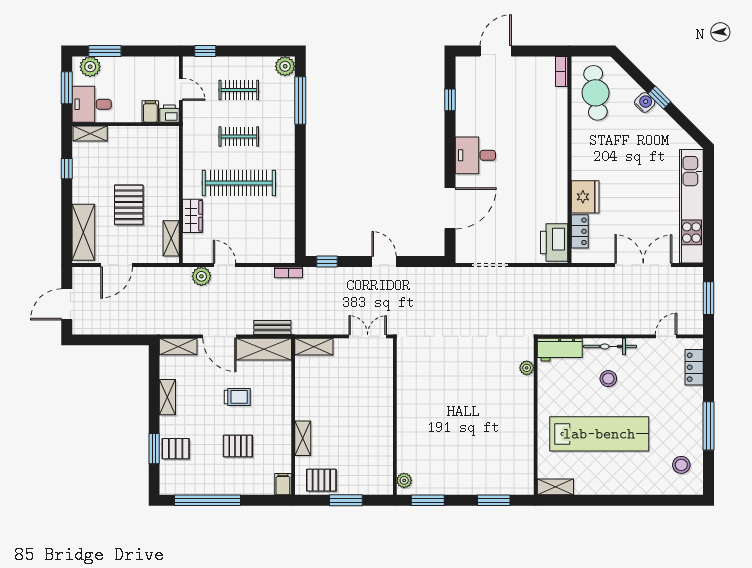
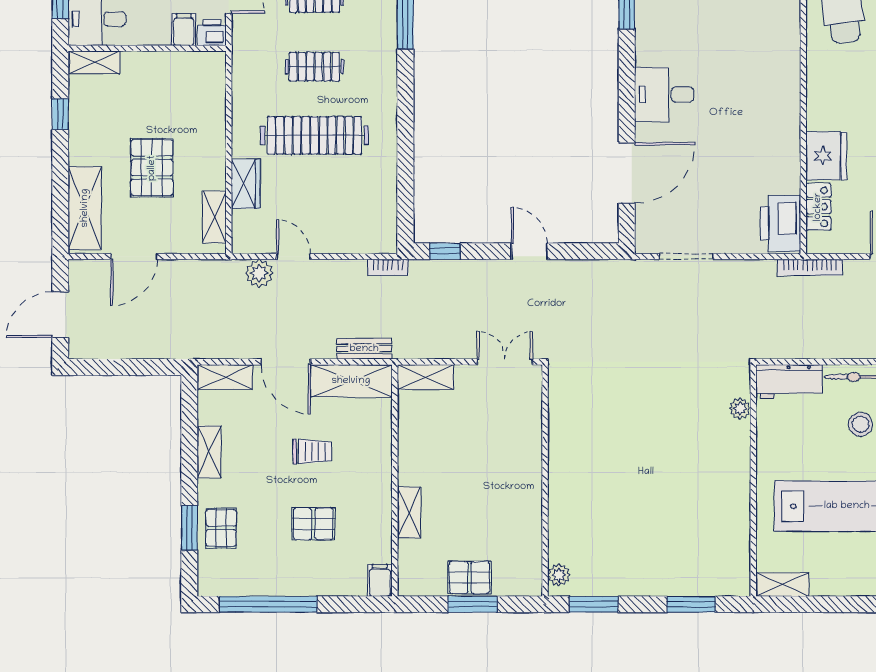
bookcase: (574, 272) -> (810, 267), added
pallet: (176, 449) -> (221, 528), turned 90
pallet: (321, 480) -> (469, 577), moved

